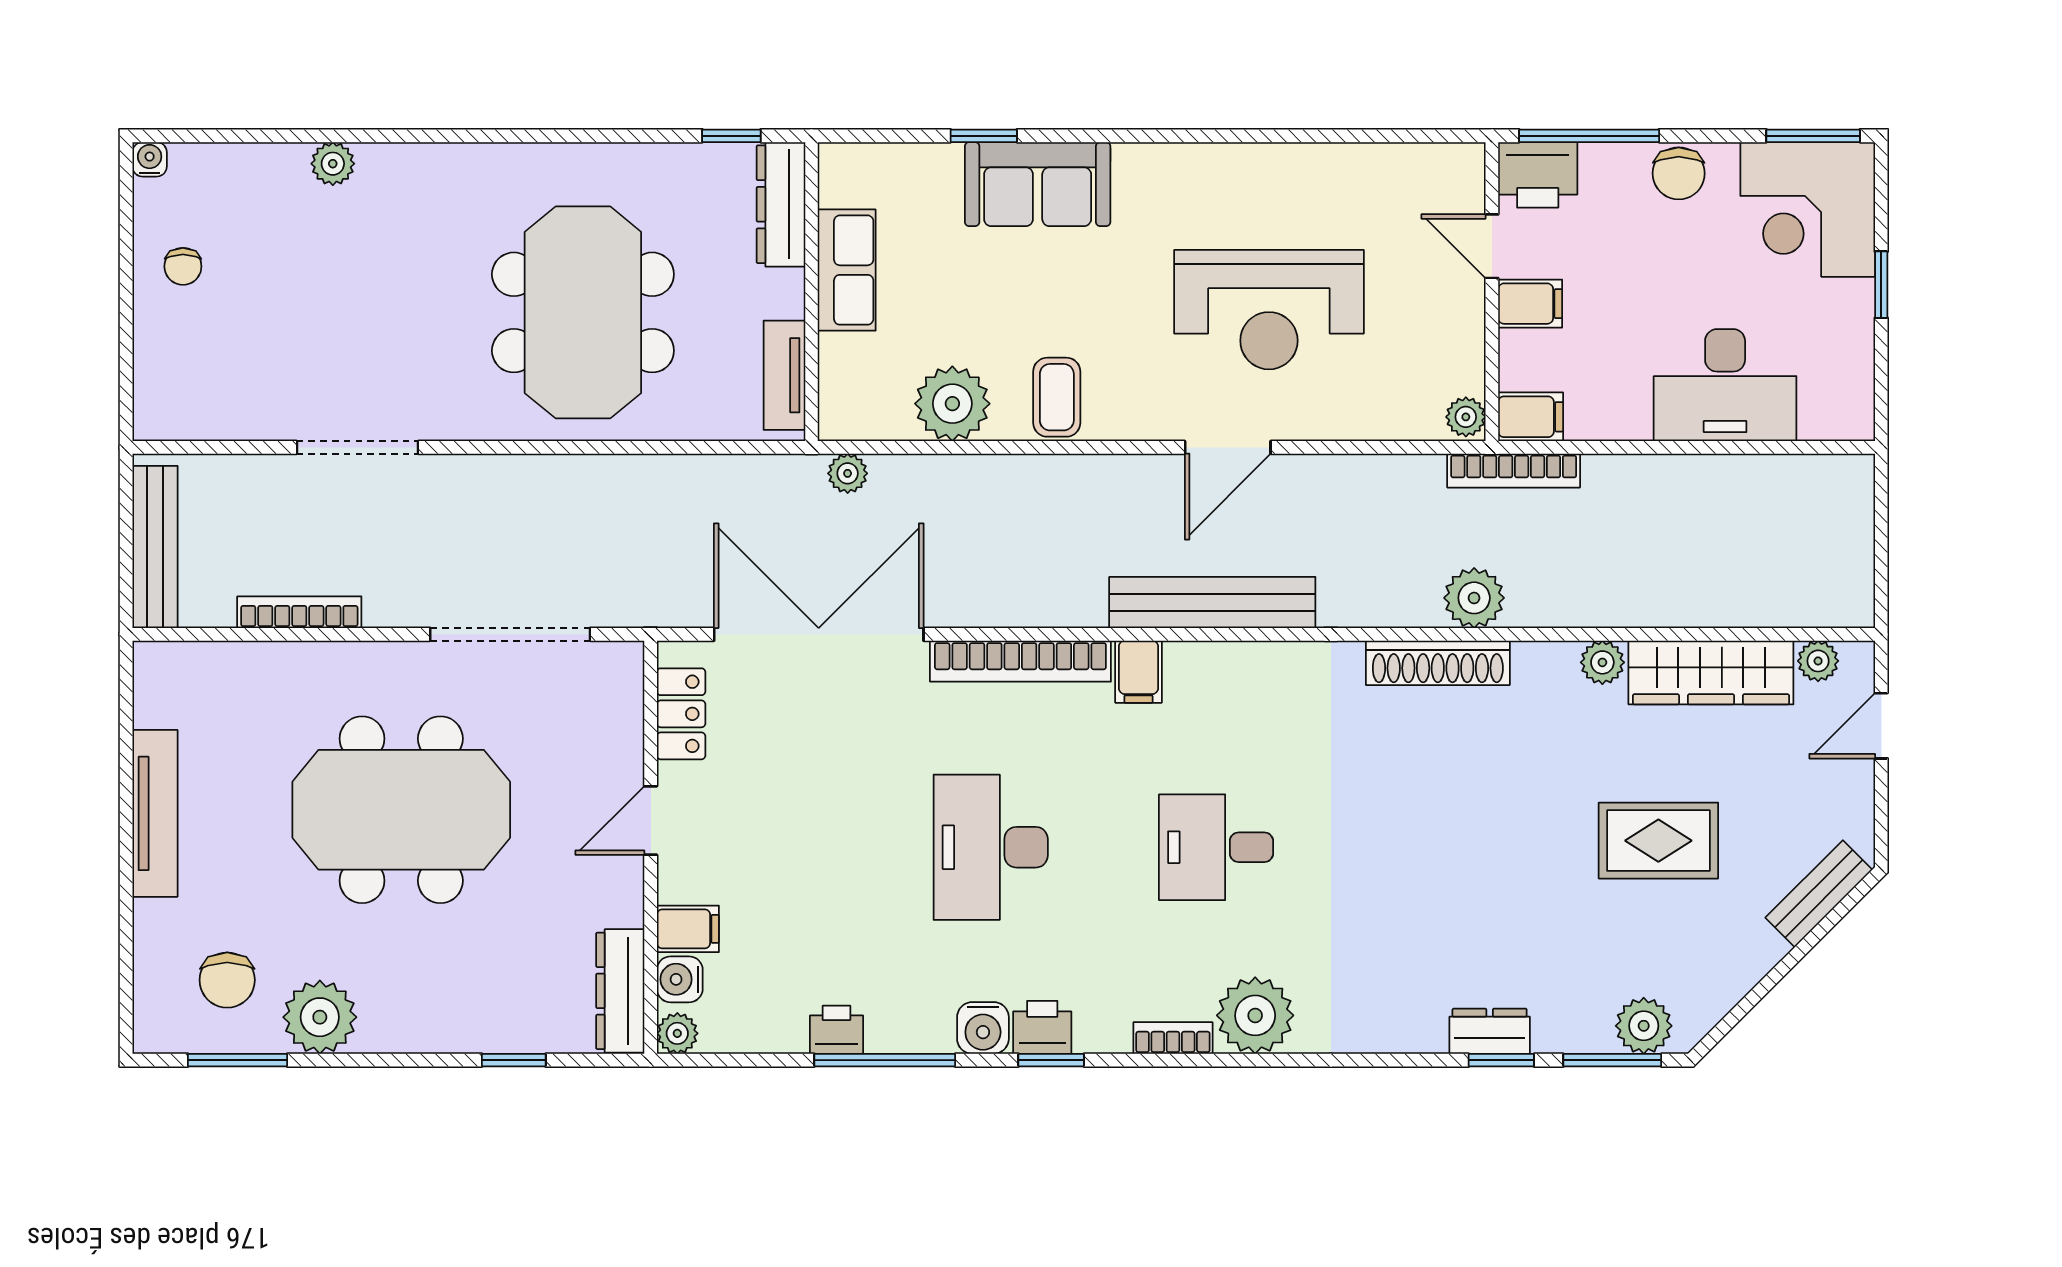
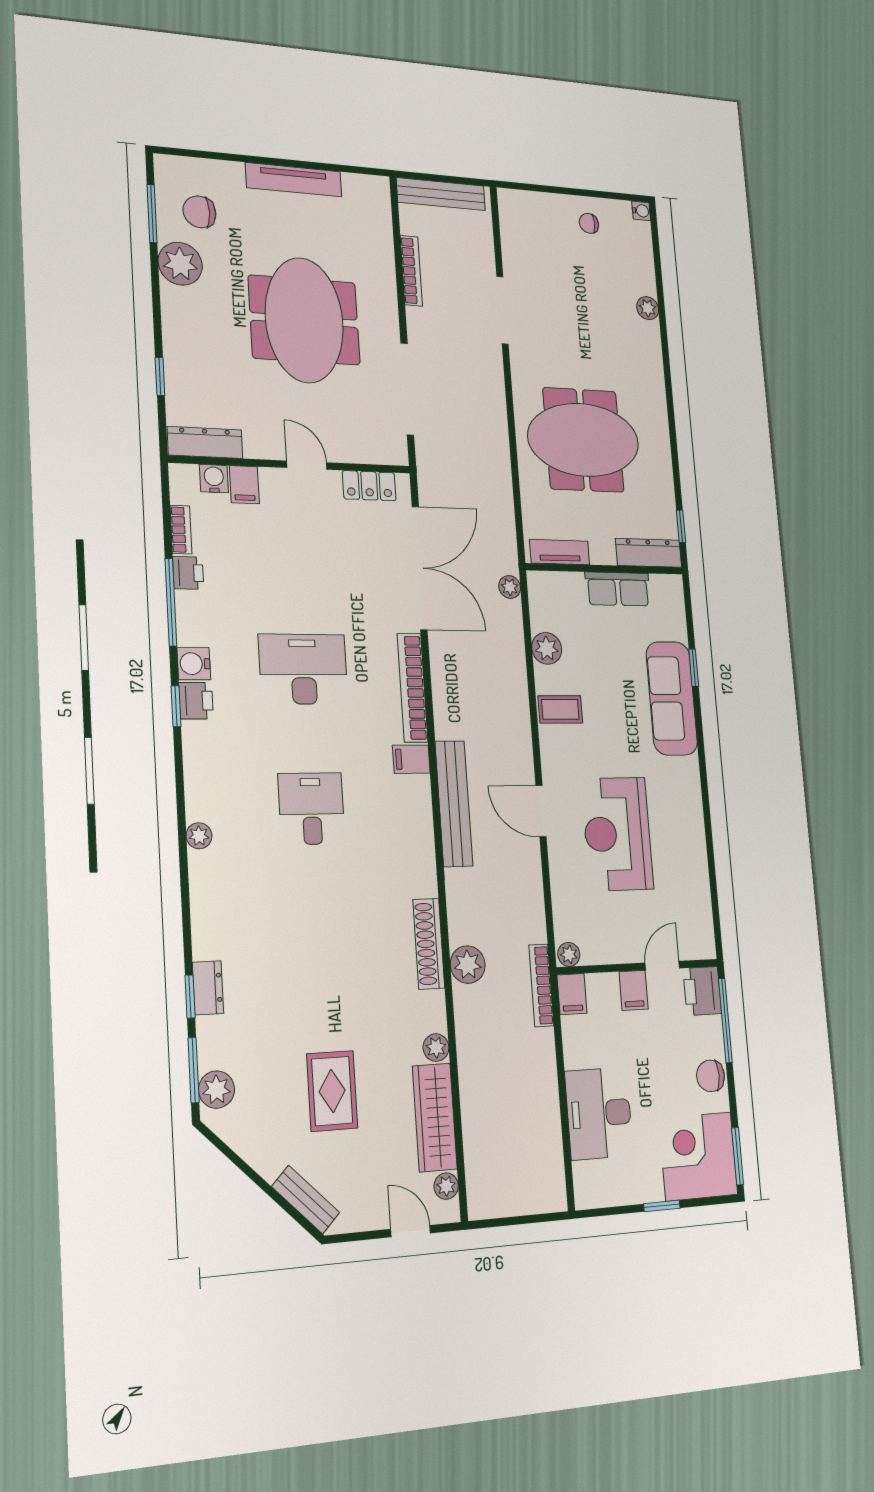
sofa: (1038, 184) -> (672, 698), width x1.36
plant: (952, 404) -> (547, 648), width x0.73, depth x0.73
plant: (1255, 1015) -> (199, 836), width x0.53, depth x0.53
plant: (677, 1033) -> (181, 476), removed
bookcase: (1173, 1038) -> (181, 530), moved

